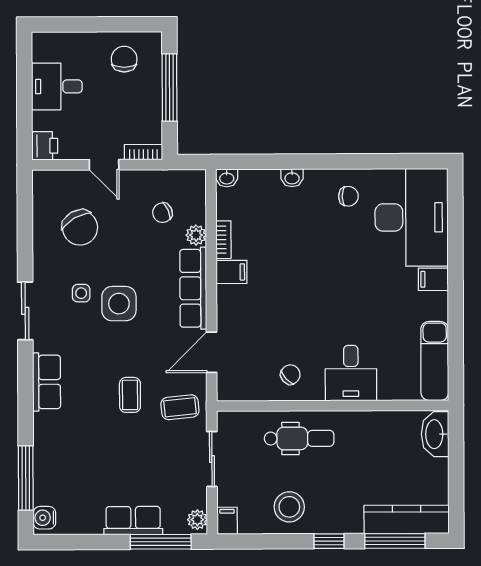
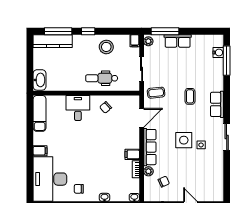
chair: (80, 228) -> (201, 175), removed
coffee table: (130, 395) -> (190, 96), moved
water cooler: (44, 518) -> (218, 52), moved

